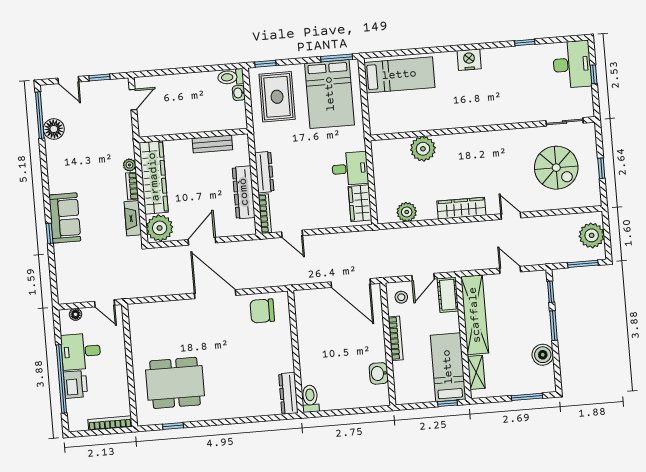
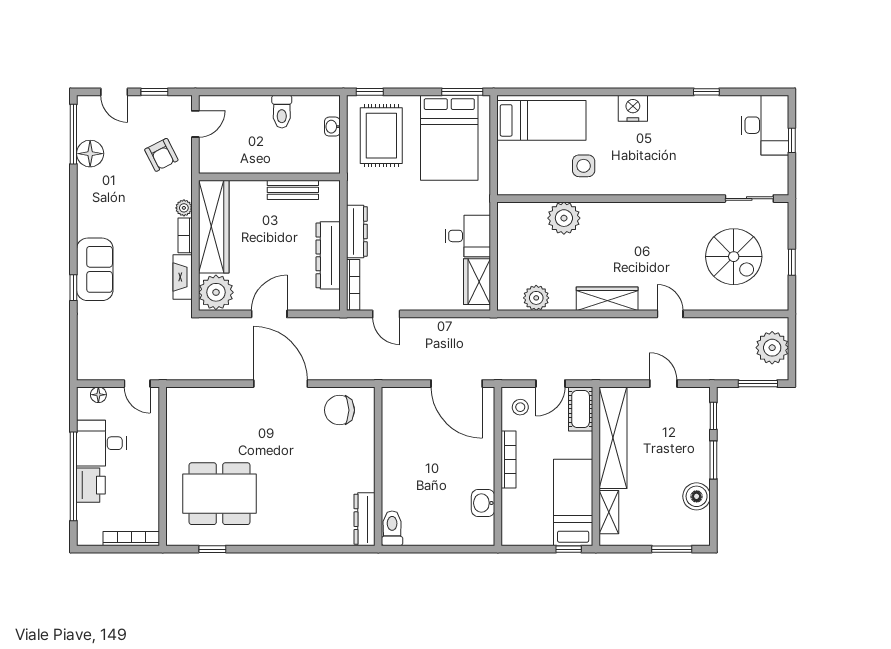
toilet: (231, 77) -> (282, 112), moved, turned -90
side table: (435, 107) -> (584, 166), added
armchair: (109, 126) -> (161, 155), added

